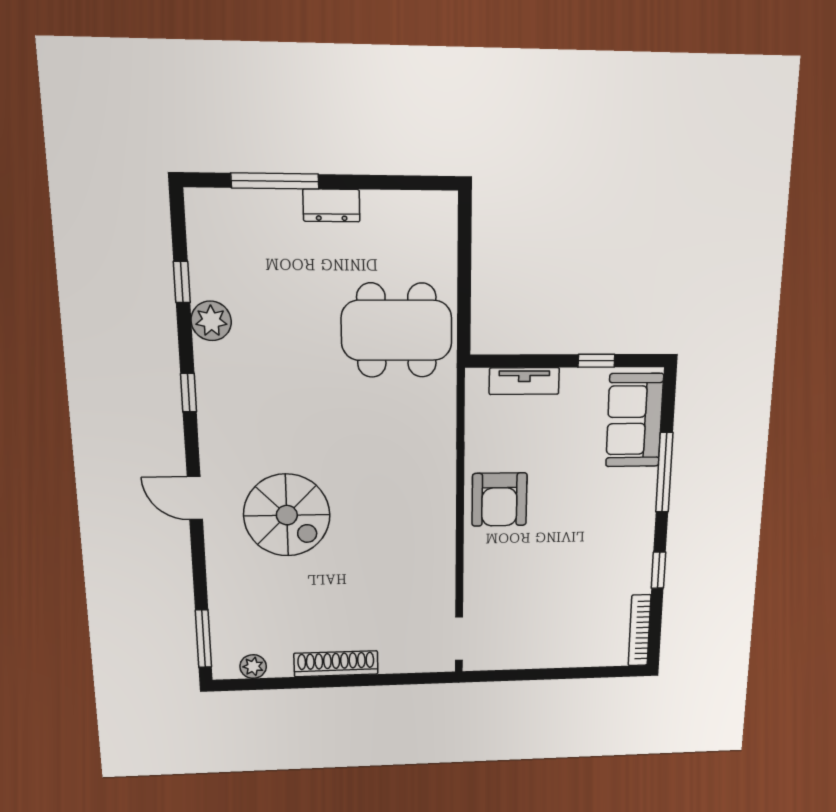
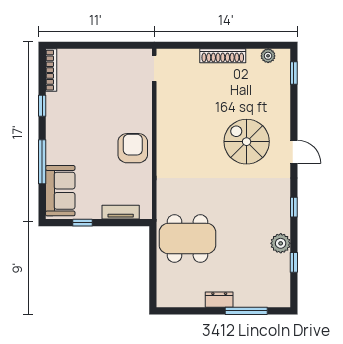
window: (203, 639) -> (294, 73), width x0.67

